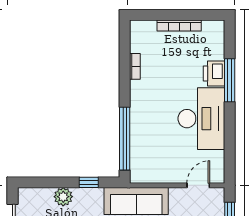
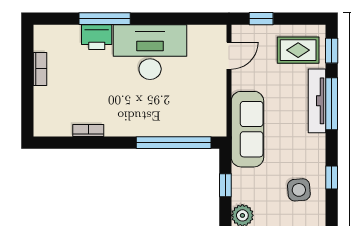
bookcase: (179, 26) -> (40, 69), width x0.64
door: (198, 185) -> (229, 56), swing flipped

